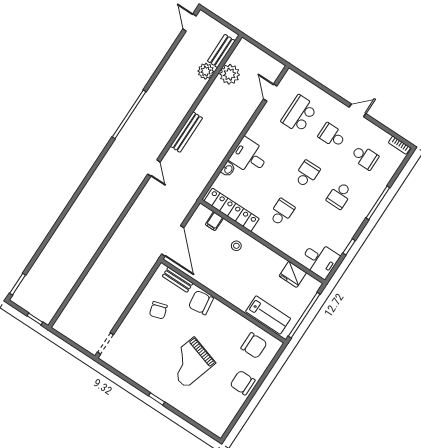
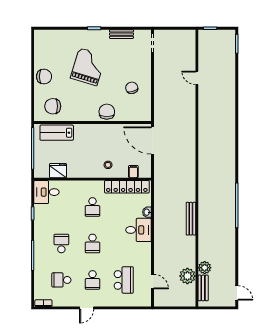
school desk: (332, 136) -> (93, 280), turned 90
door: (154, 168) -> (197, 78), moved
bench: (178, 280) -> (121, 34), moved
chair: (201, 303) -> (107, 112), turned -82

